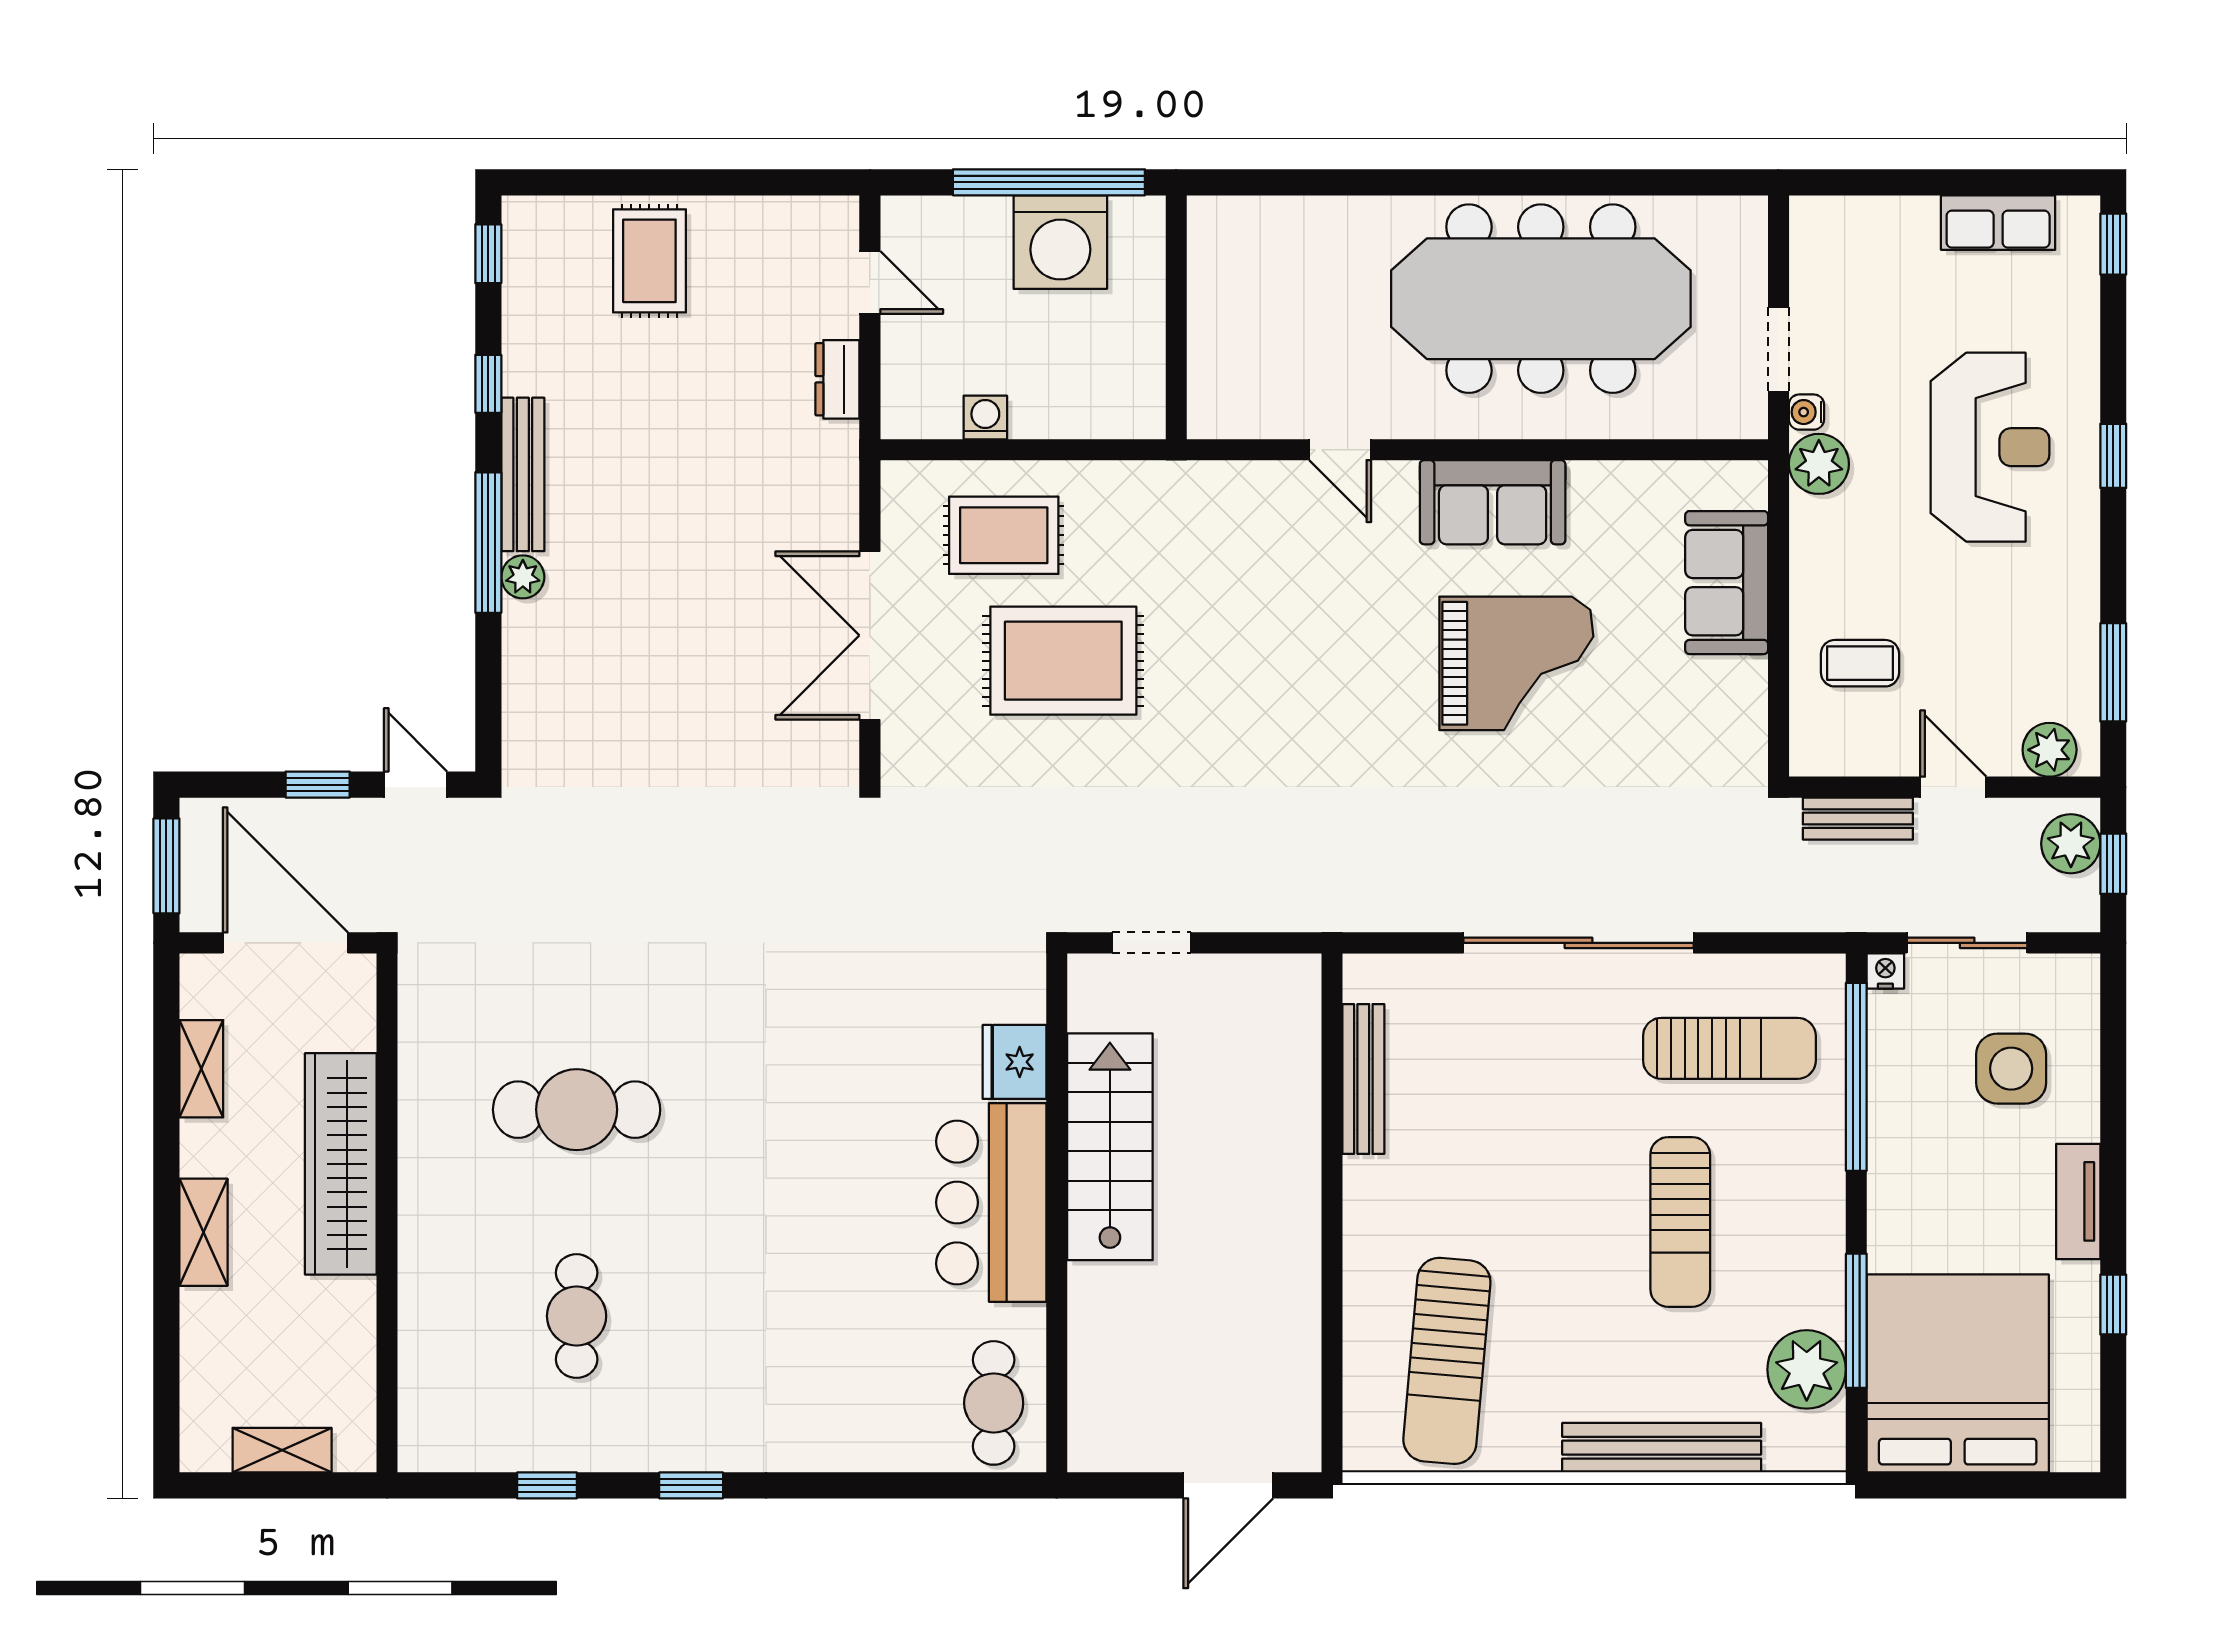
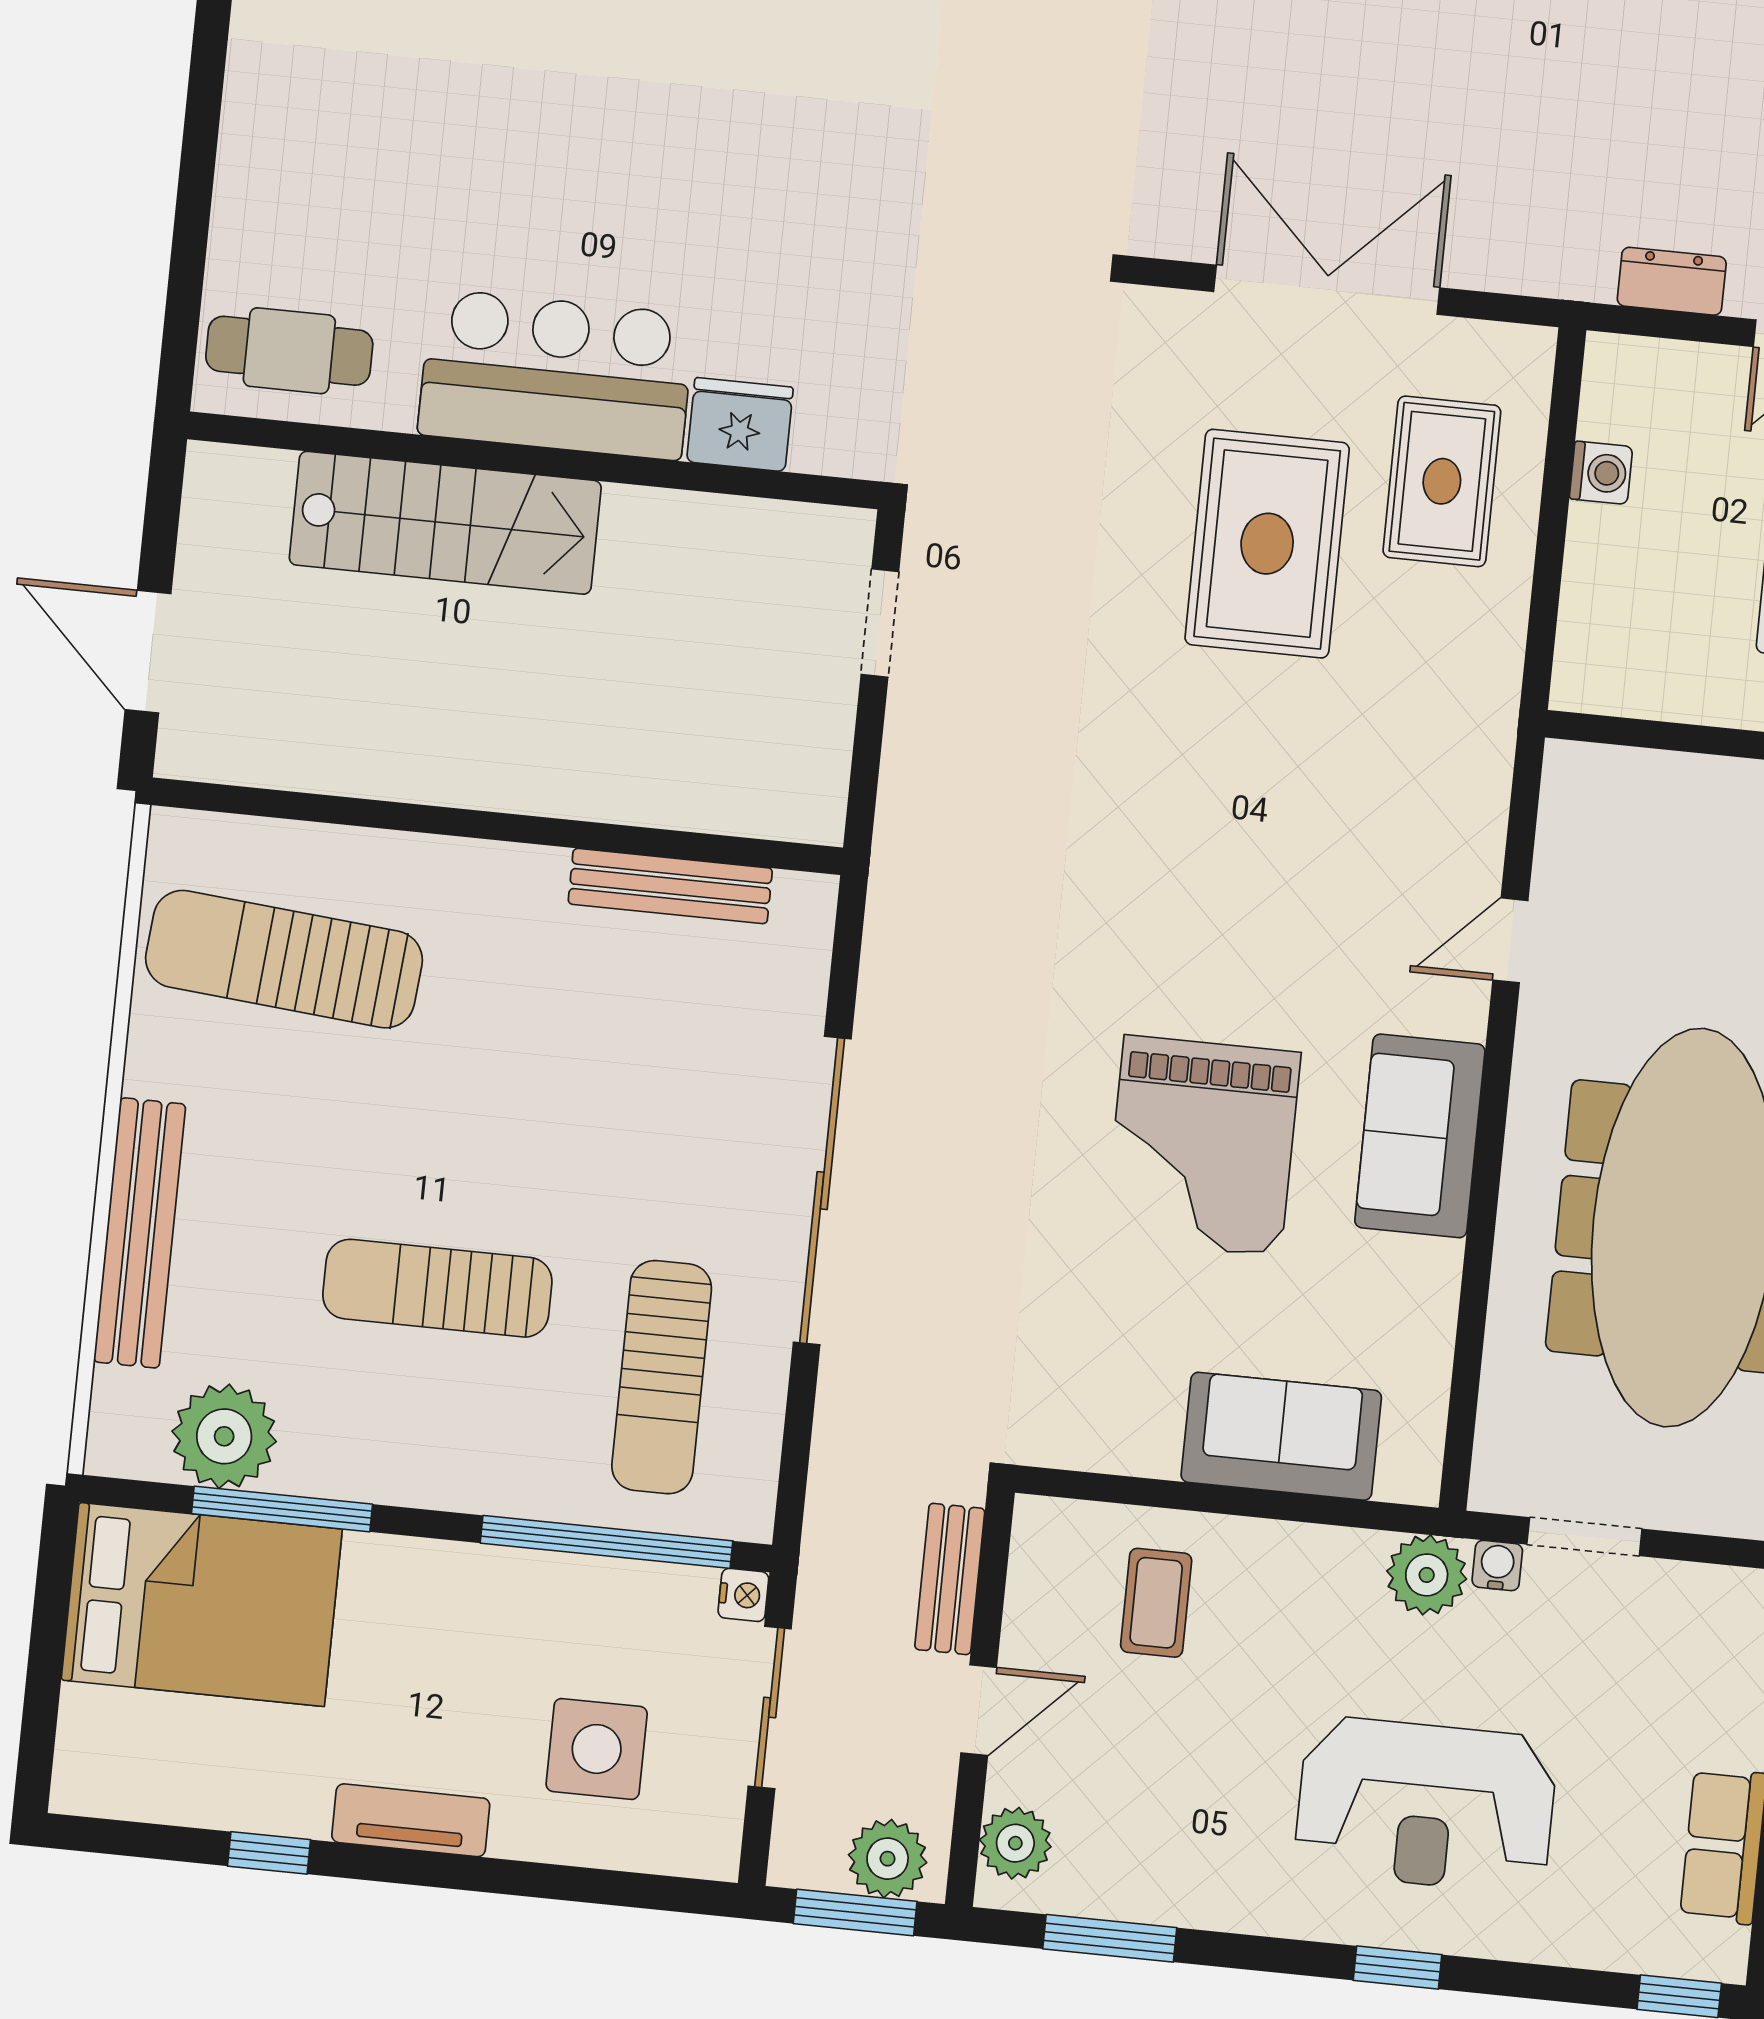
window: (2113, 864) -> (855, 1912), width x1.50
stairs: (1110, 1147) -> (445, 523), moved
bed: (1958, 1373) -> (202, 1605), width x0.73

